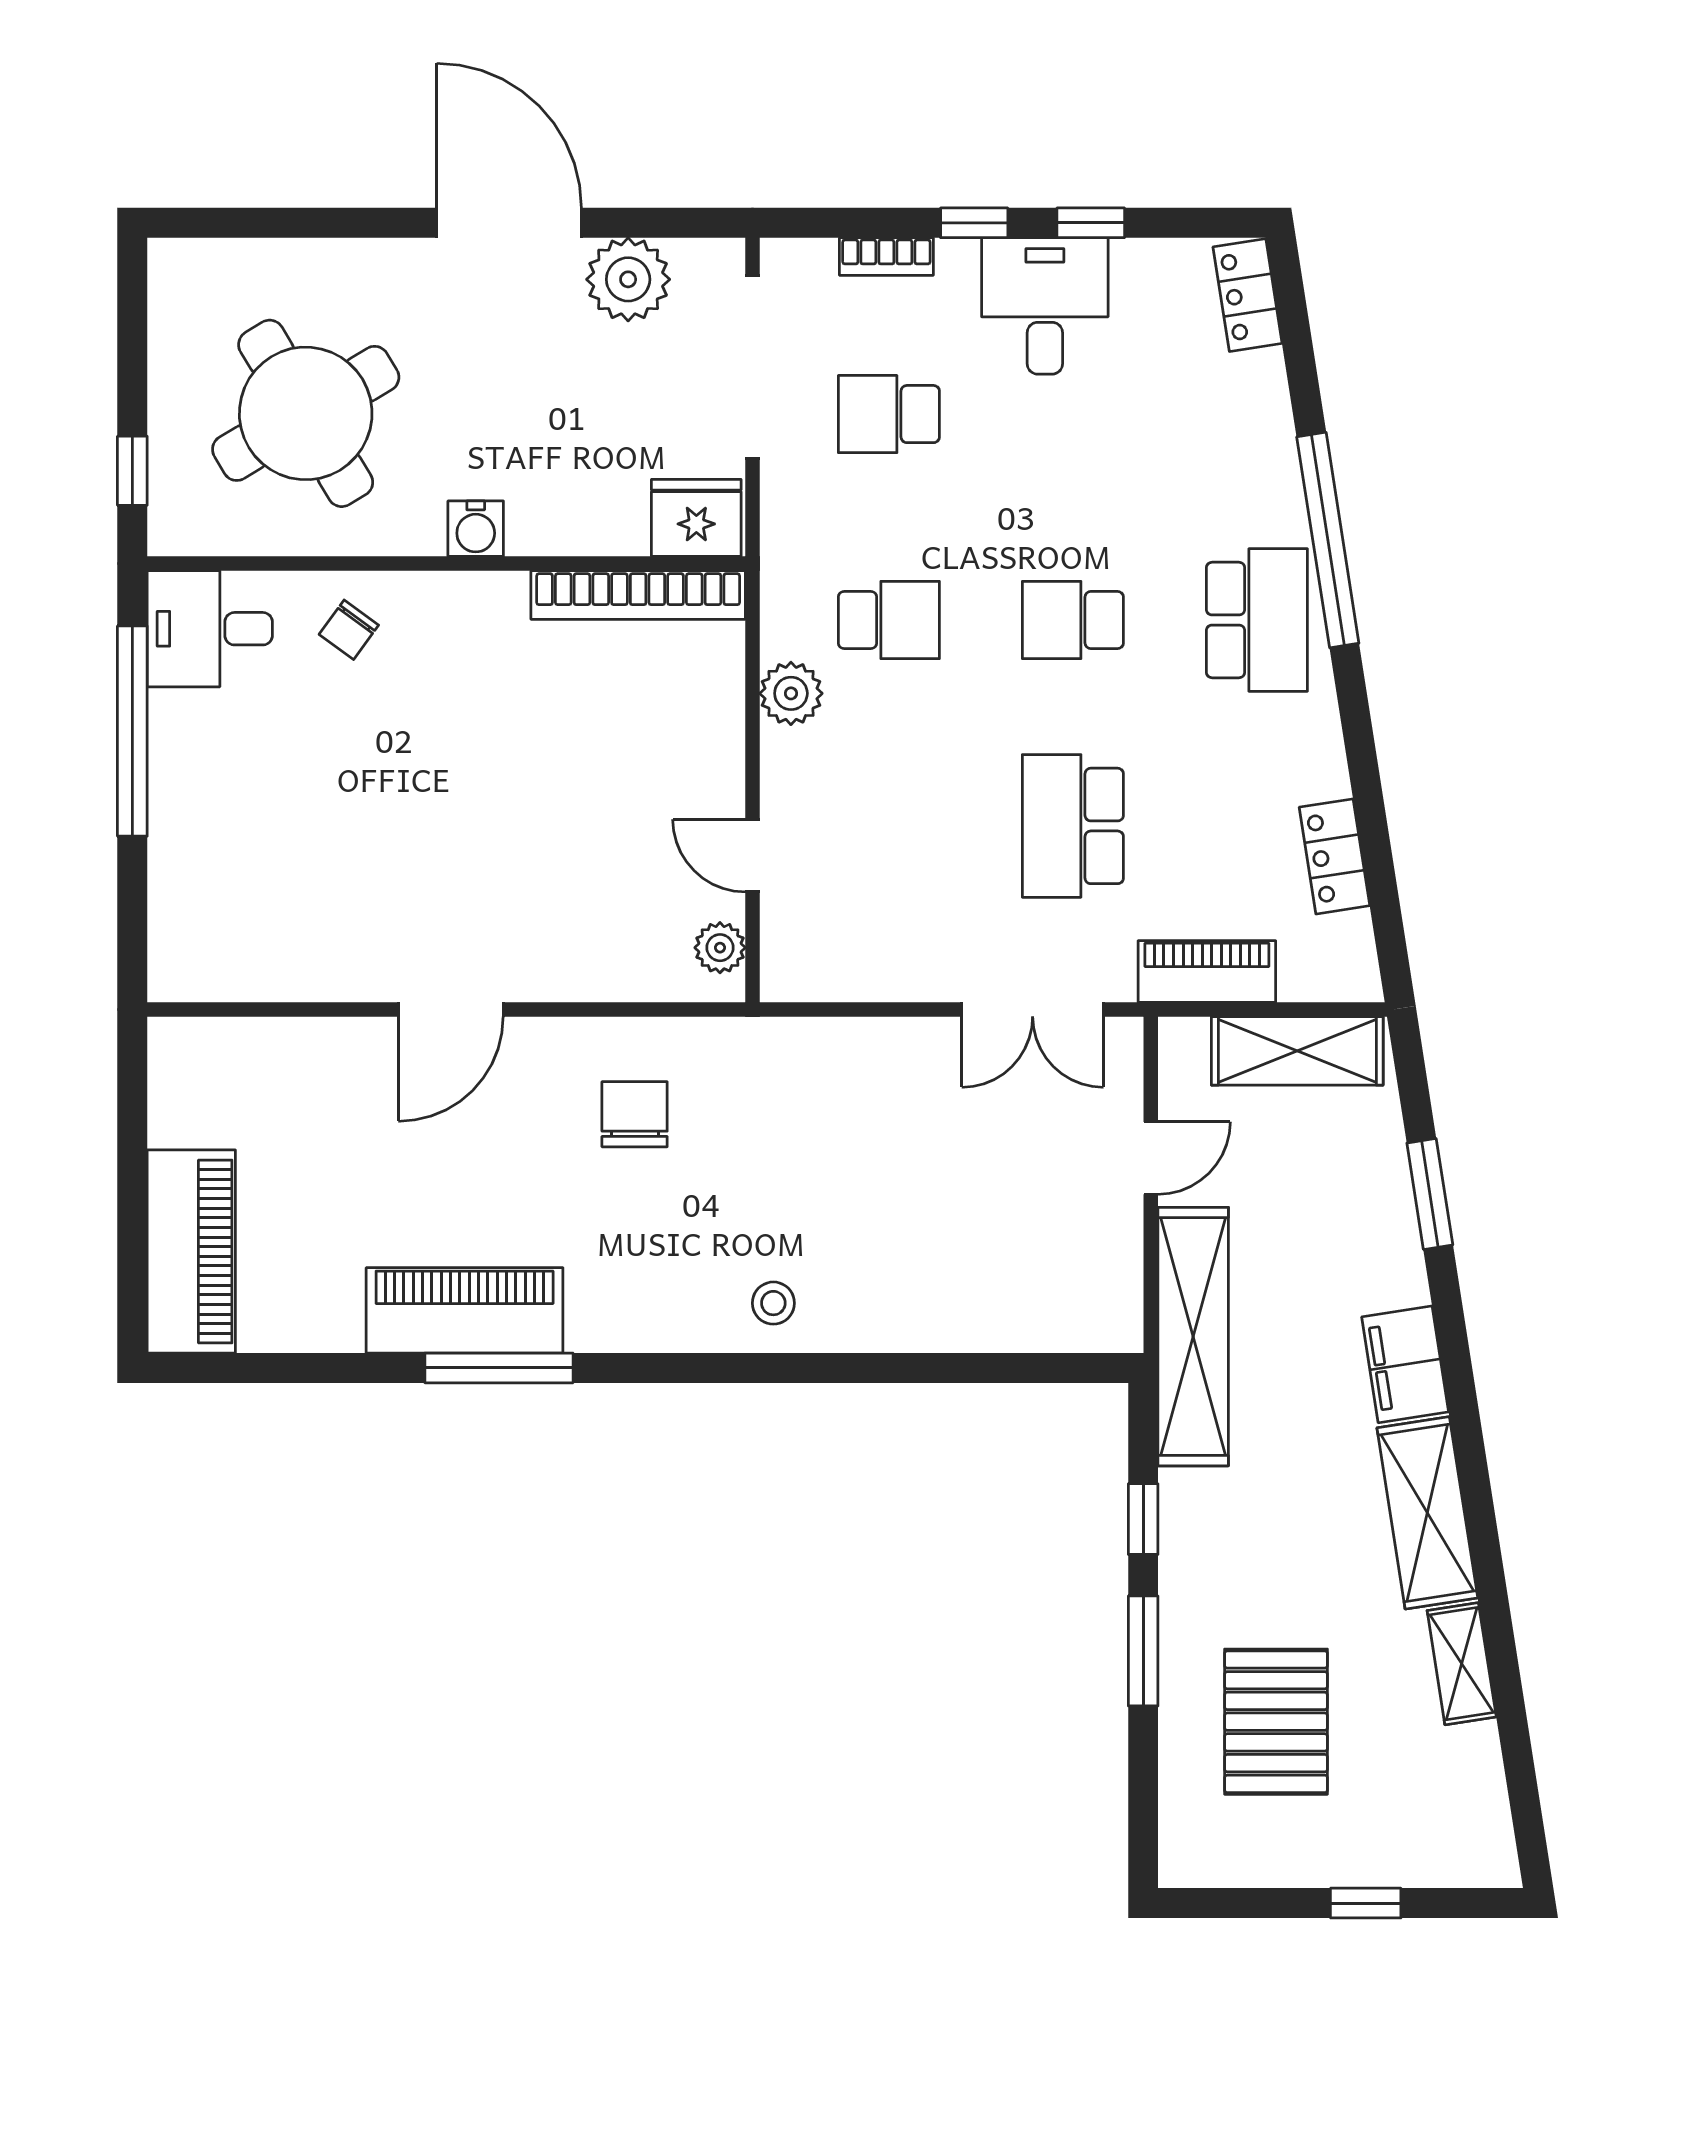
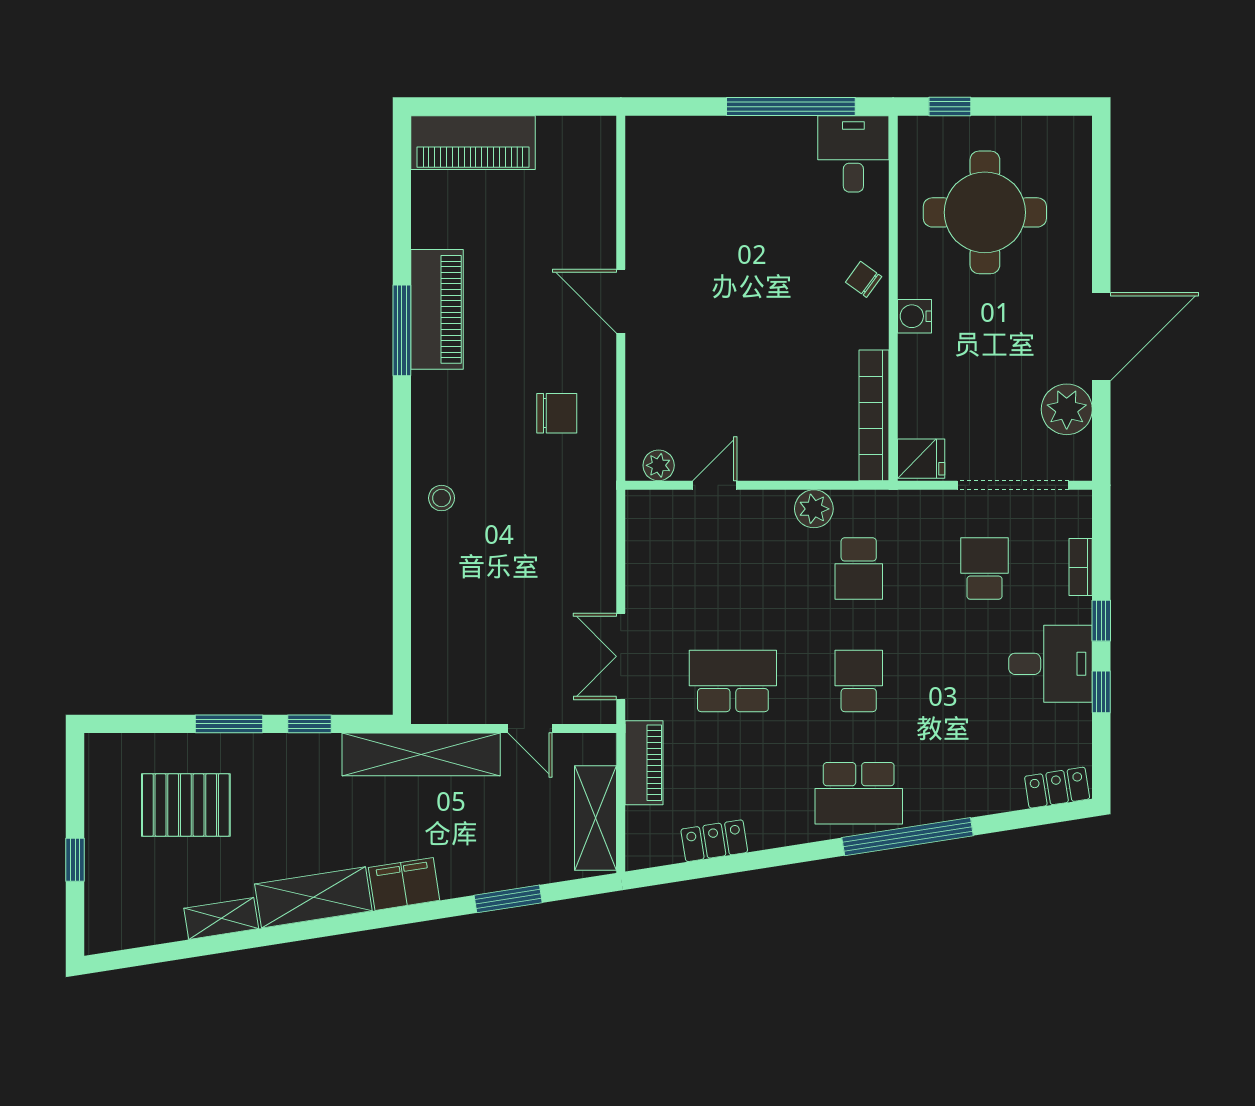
round table: (306, 413) -> (985, 212), turned 31
fridge: (696, 518) -> (921, 459), width x0.72
chair: (349, 630) -> (864, 279), moved

